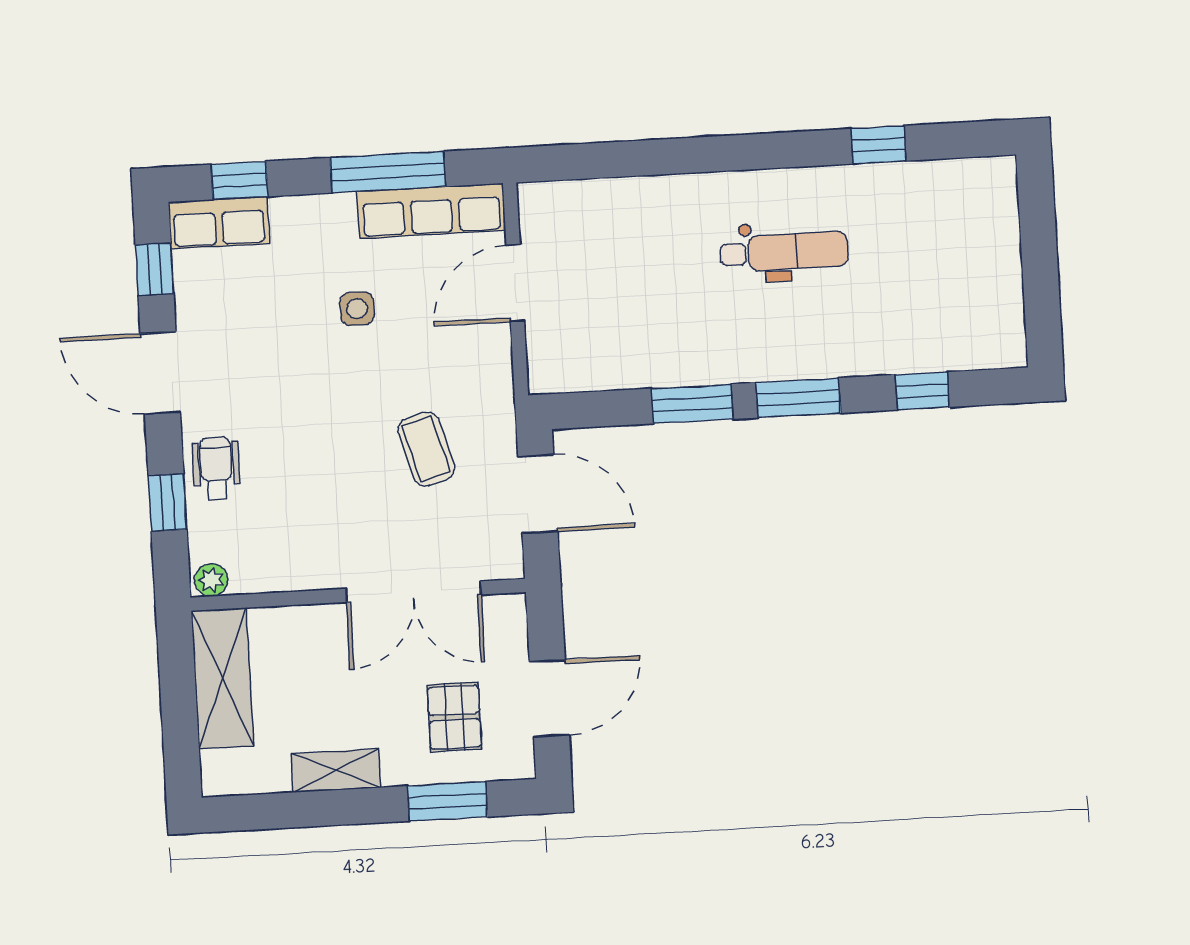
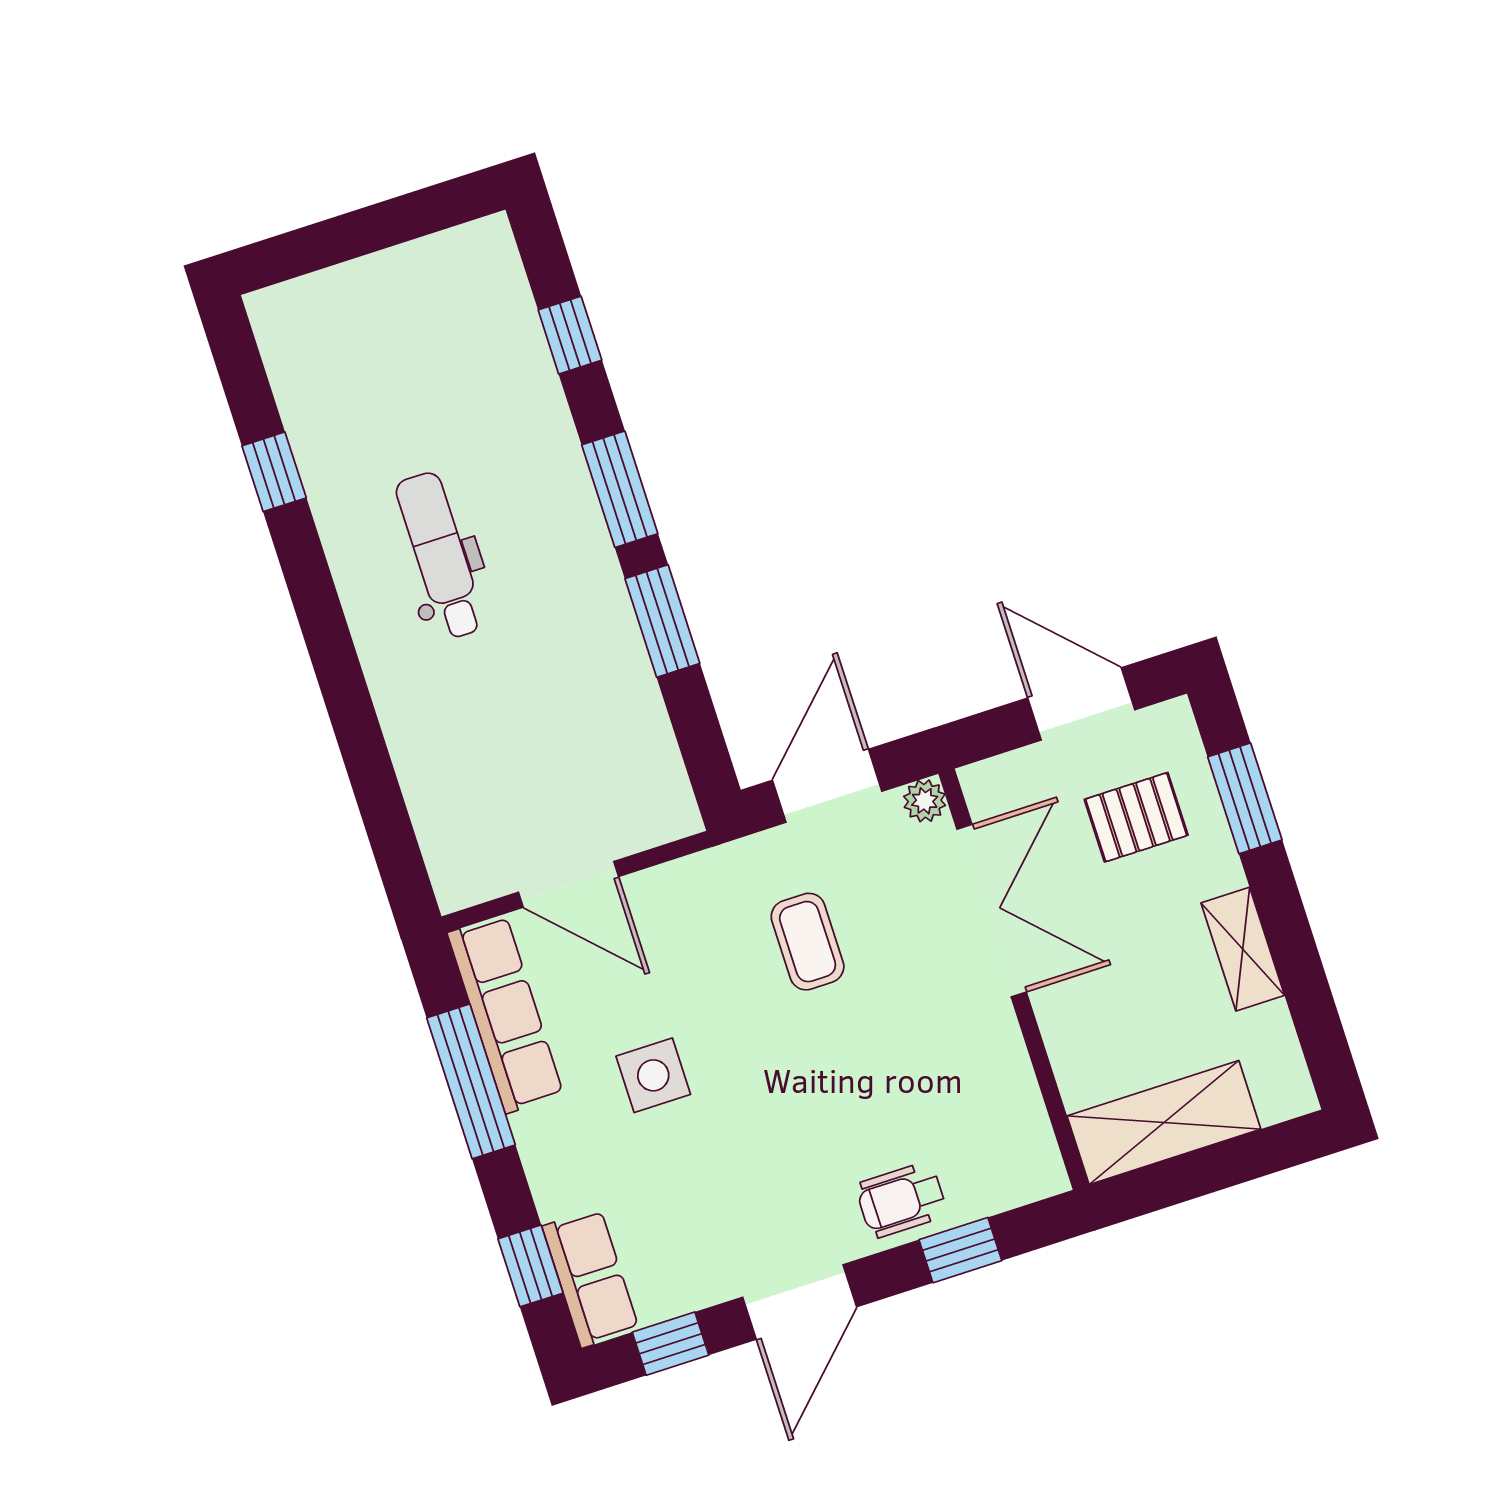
side table: (357, 309) -> (653, 1075), width x1.37, depth x1.37
coffee table: (426, 449) -> (808, 942), turned -74
plant: (211, 580) -> (925, 801), moved

